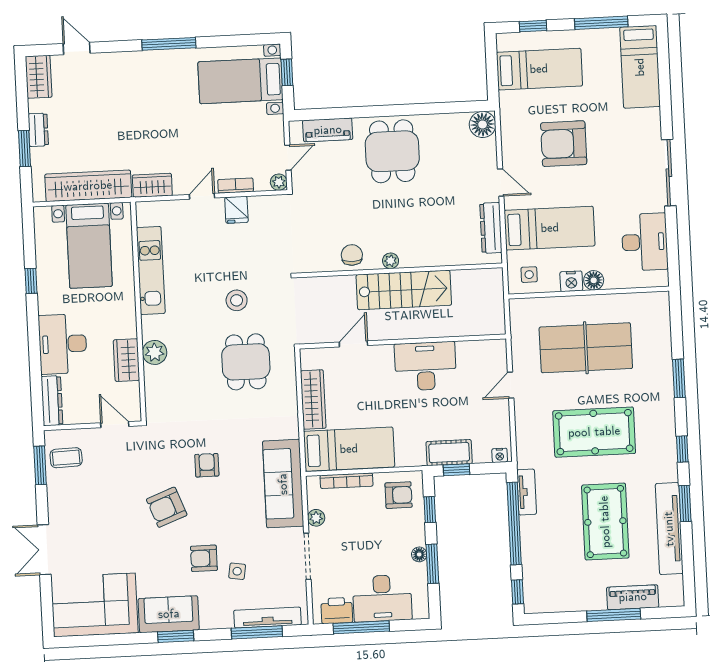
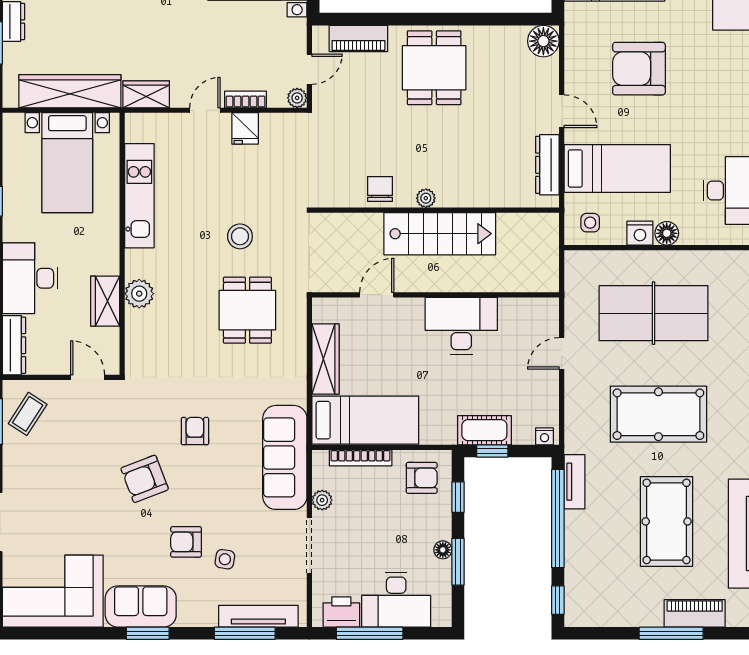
coffee table: (66, 458) -> (28, 414), turned -55

